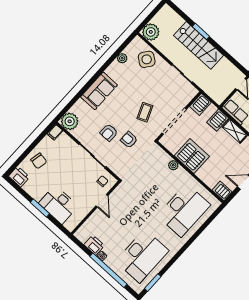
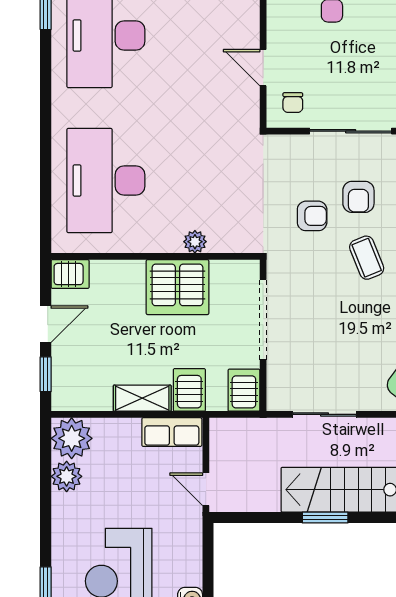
window: (201, 31) -> (325, 517), moved
coffee table: (145, 112) -> (367, 258), moved
armchair: (109, 133) -> (358, 197), turned 180

